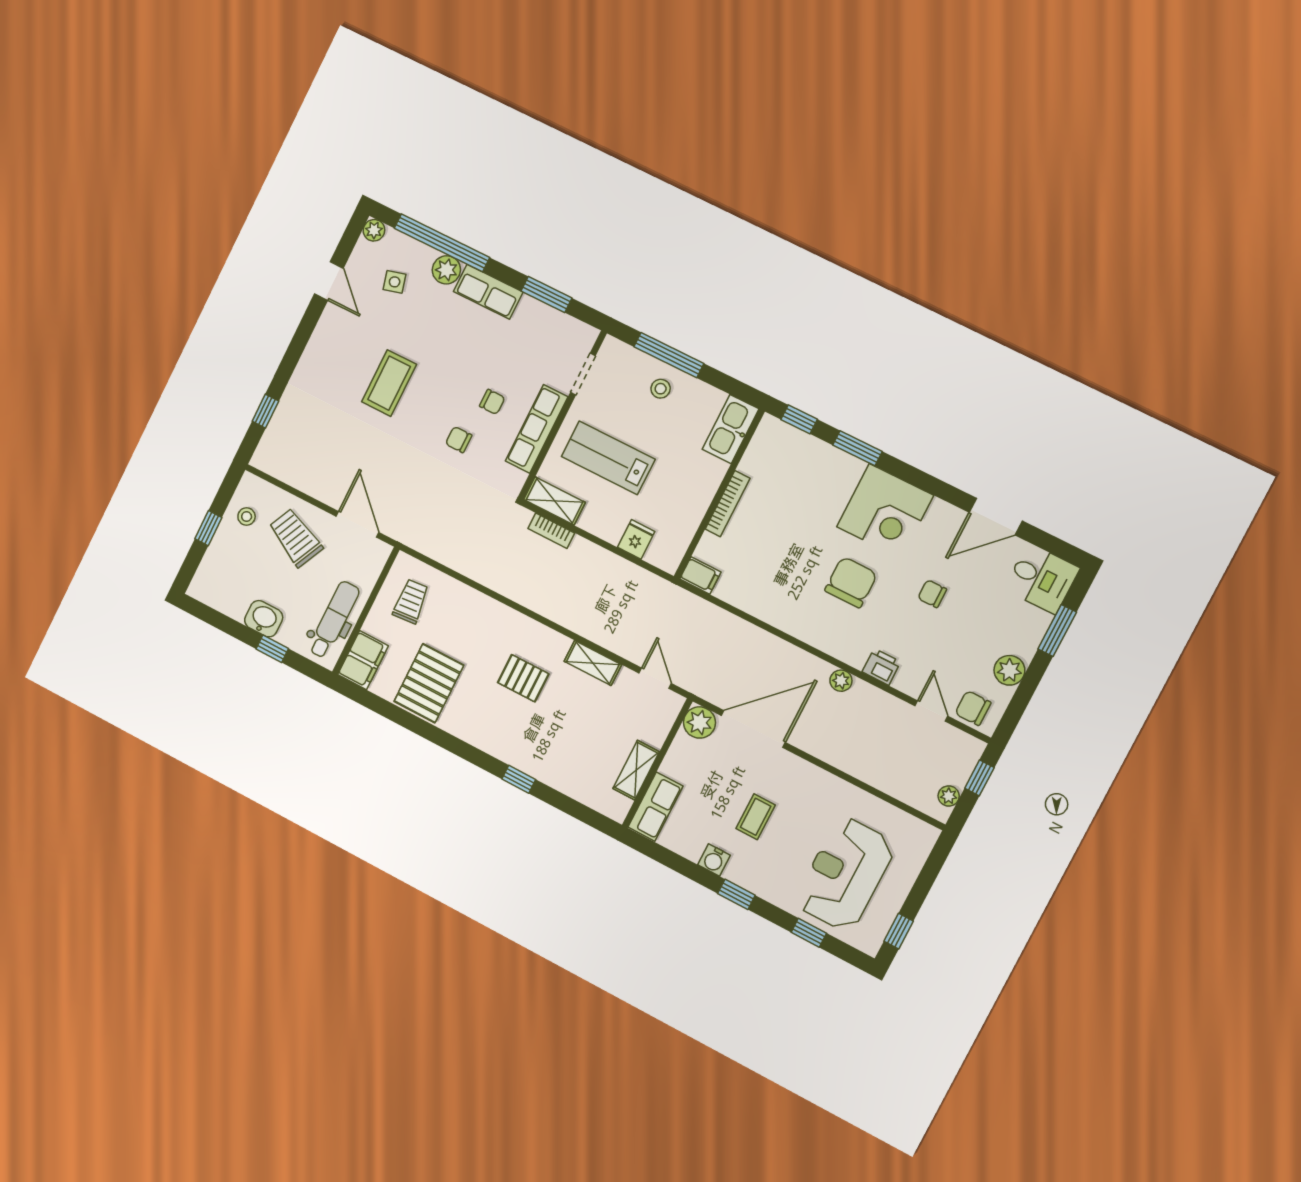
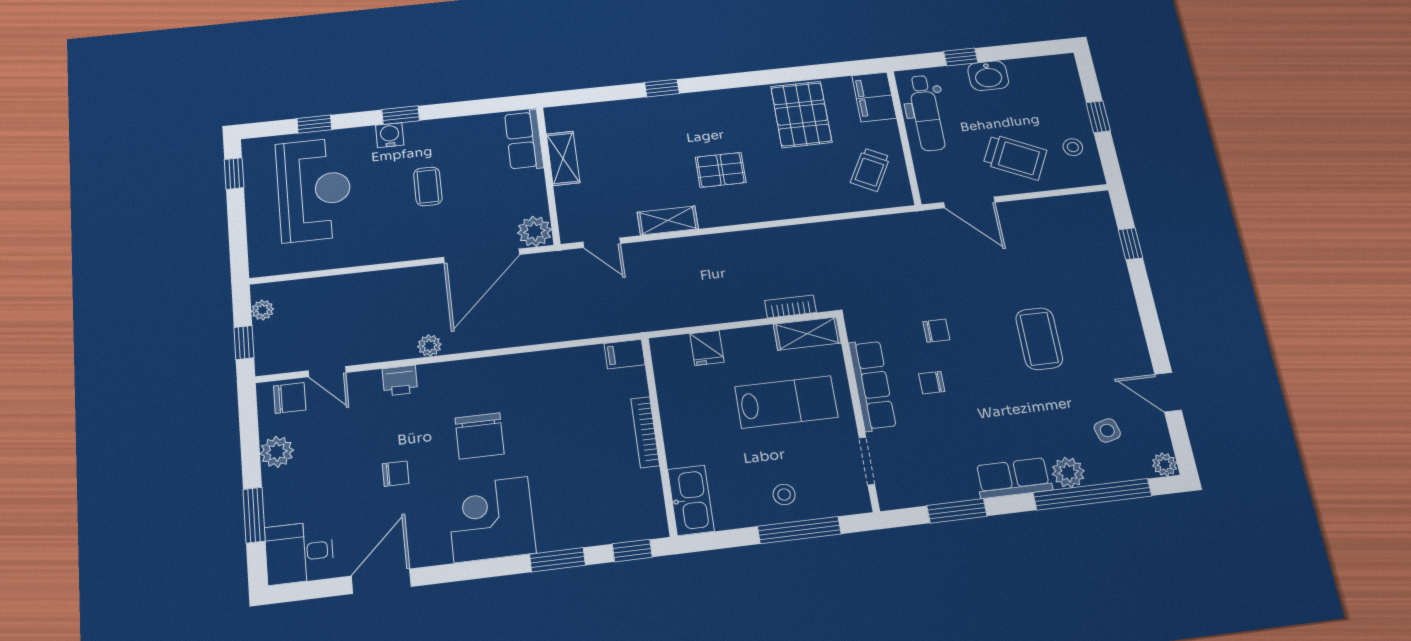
trolley: (411, 601) -> (870, 170), turned 33
water cooler: (714, 860) -> (390, 135), moved

